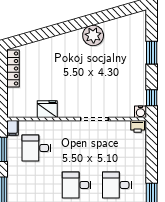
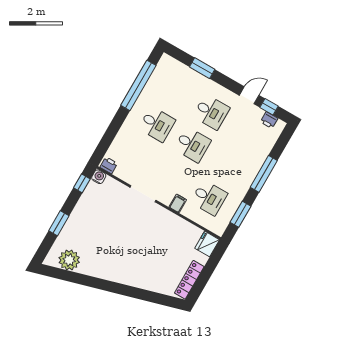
plant: (93, 35) -> (69, 260), moved
fridge: (47, 109) -> (207, 244), moved, turned 90
filing cabinet: (12, 128) -> (178, 203), moved

